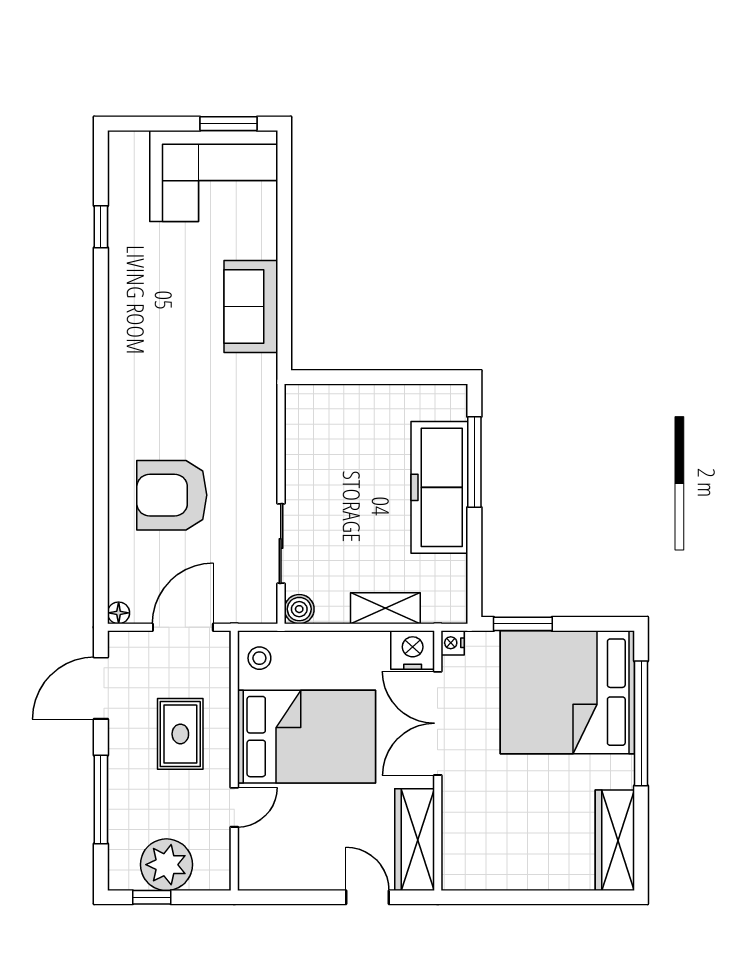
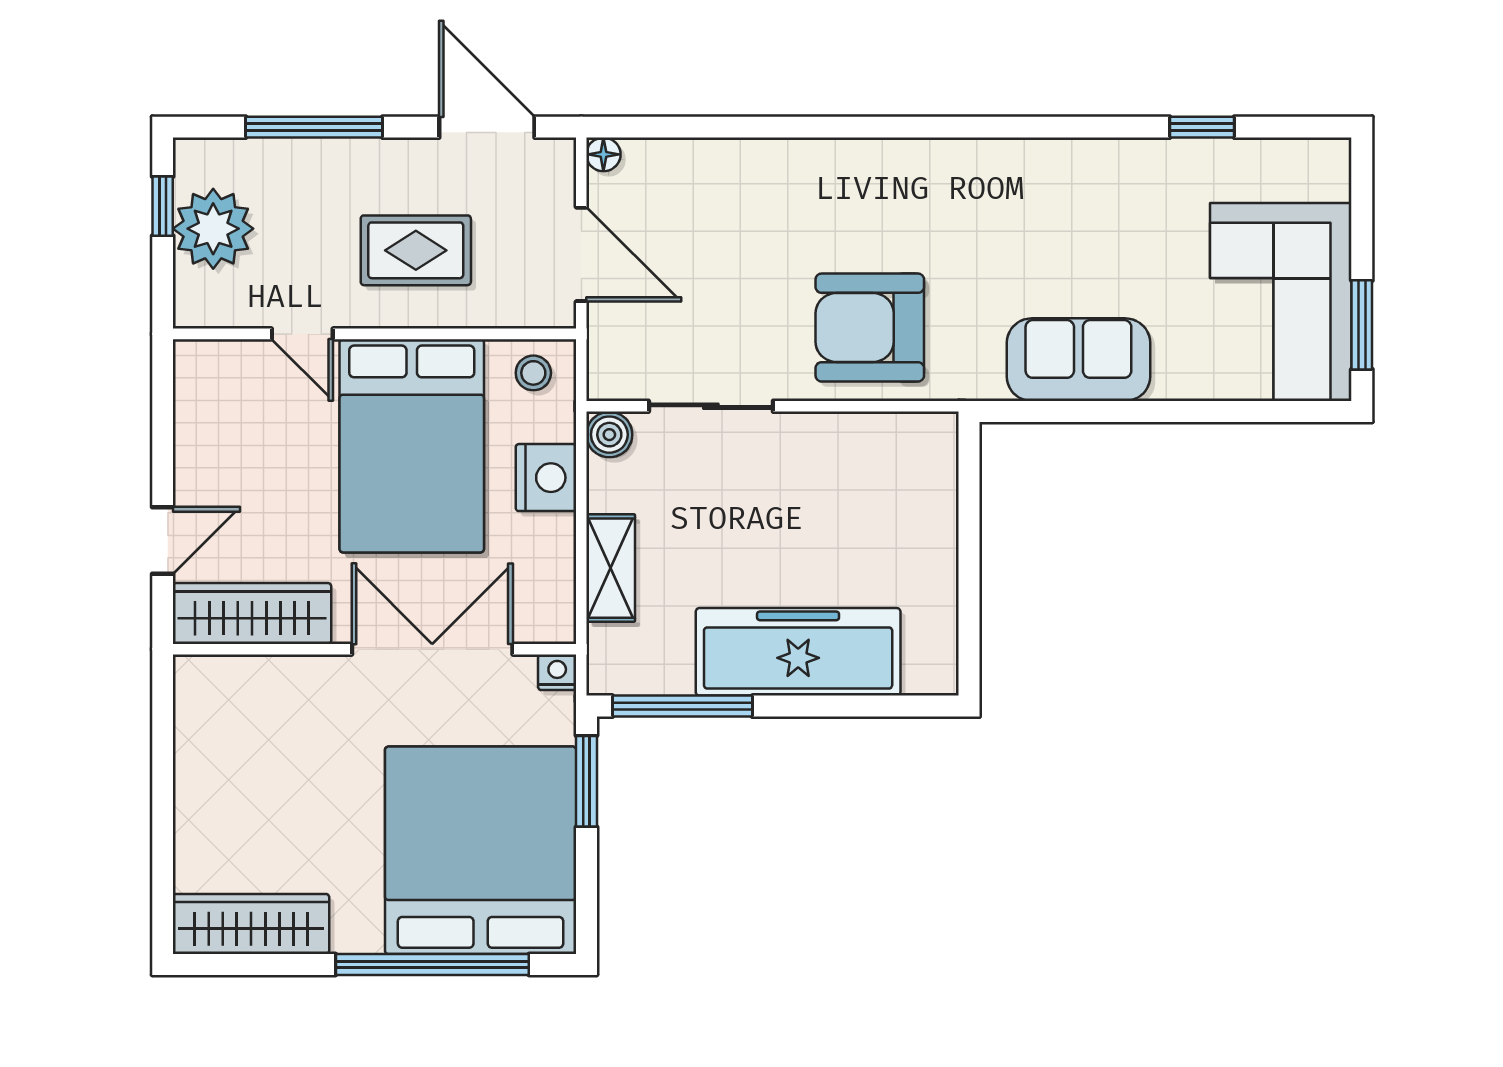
window: (474, 462) -> (682, 706), moved
armchair: (172, 495) -> (870, 328), moved, turned -90
nightstand: (413, 650) -> (546, 478), moved

